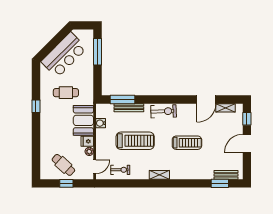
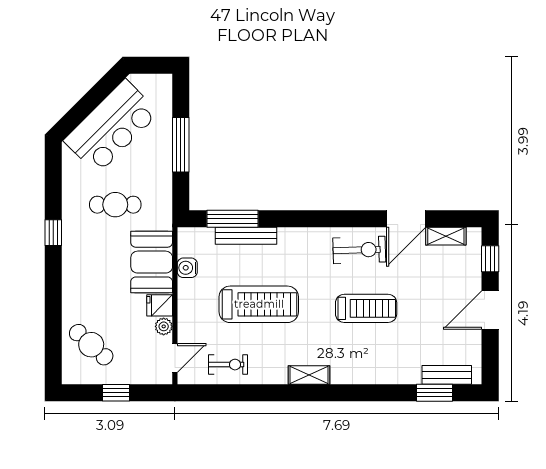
window: (98, 52) -> (181, 145), moved
exercise bike: (164, 111) -> (359, 250), moved
cafe table: (63, 165) -> (91, 345), moved

